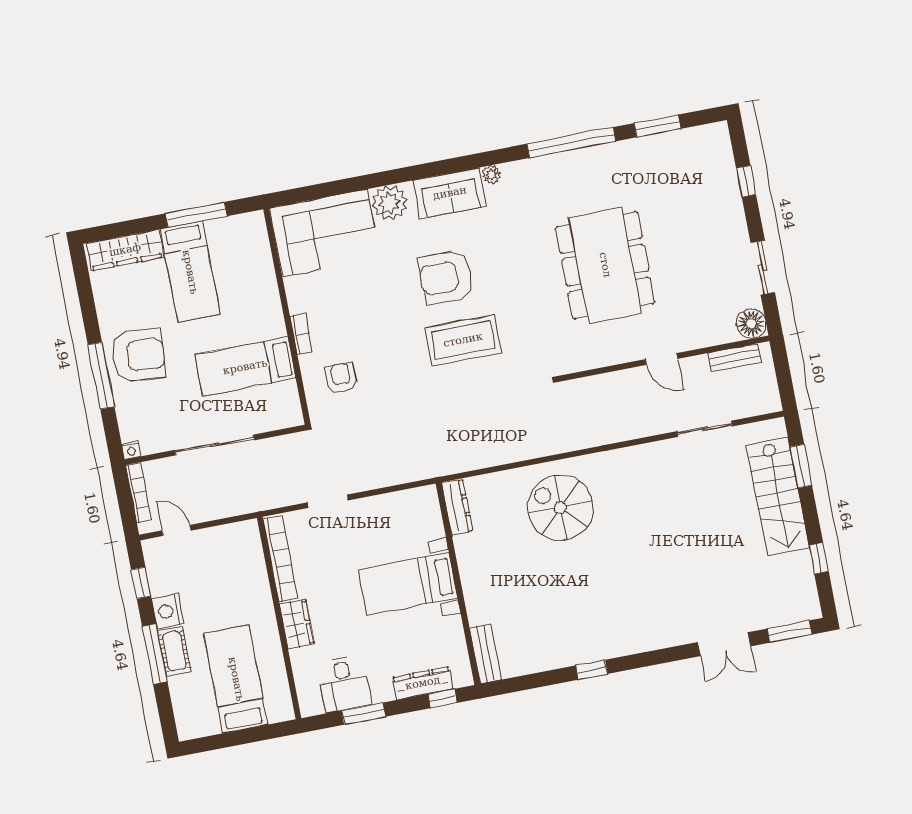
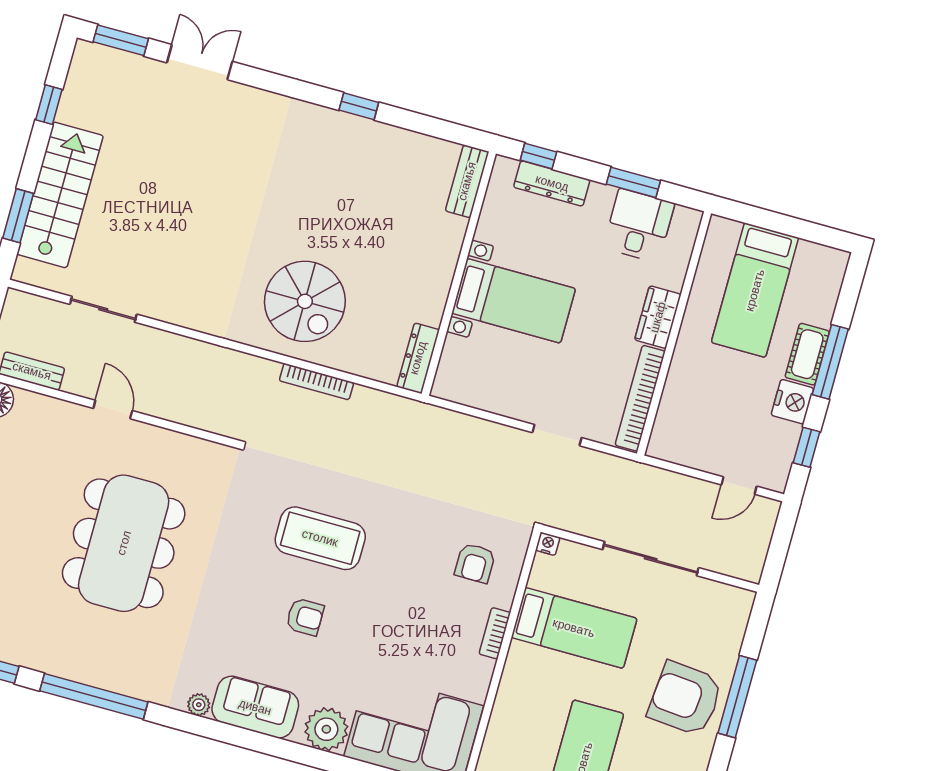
armchair: (446, 277) -> (305, 617), width x0.53, depth x0.53
nightstand: (131, 450) -> (548, 544), moved
bookcase: (139, 493) -> (316, 382), moved, turned -90
door: (176, 530) -> (739, 486), hinge flipped

